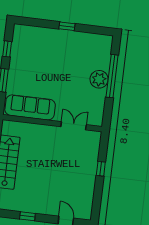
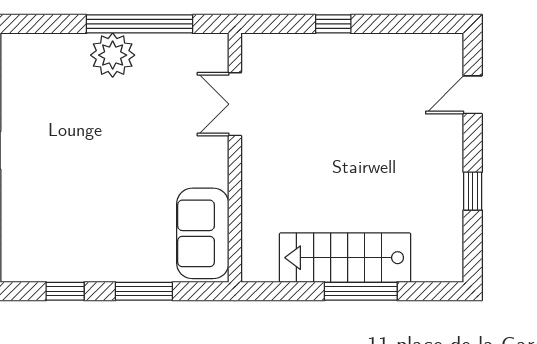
window: (112, 76) -> (139, 24), moved
sofa: (30, 107) -> (203, 233), width x0.73

